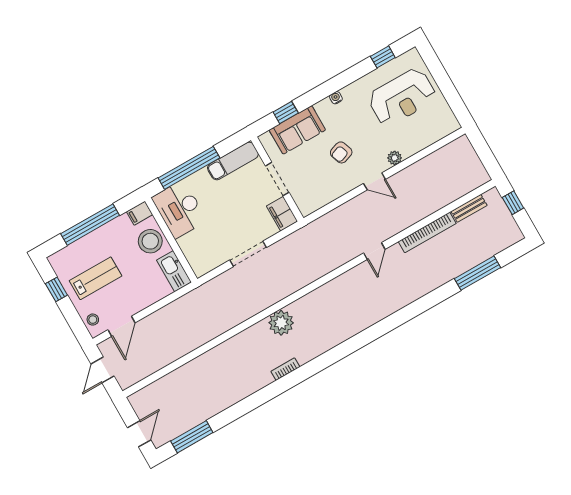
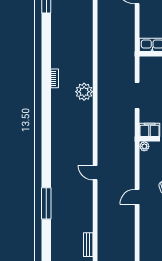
plant: (395, 158) -> (144, 146), moved
bookcase: (427, 232) -> (88, 211), removed
window: (478, 273) -> (46, 203), moved

